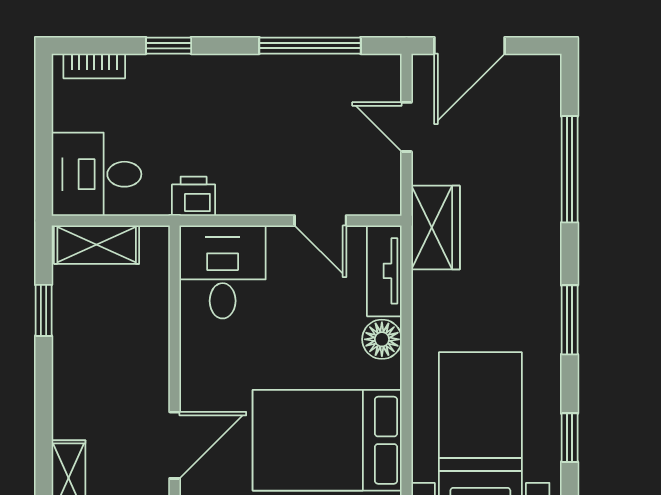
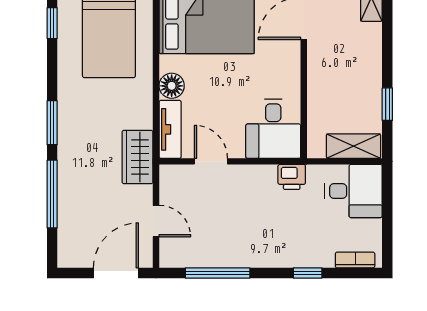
window: (570, 320) -> (52, 123), moved

